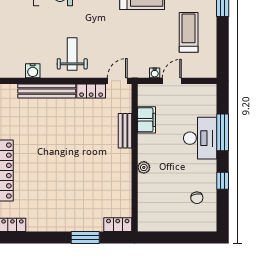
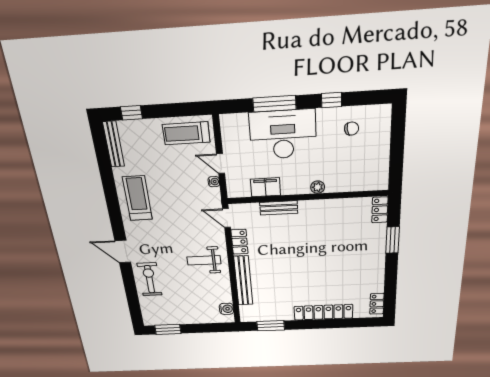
treadmill: (189, 32) -> (186, 133), moved
water cooler: (33, 71) -> (226, 309), moved
desk: (200, 138) -> (283, 135), width x1.36, depth x1.30

